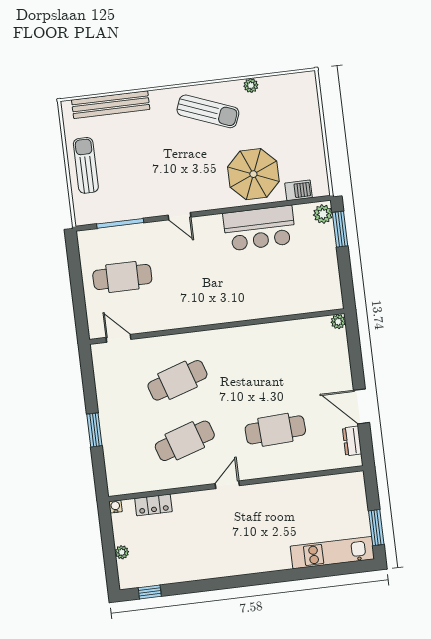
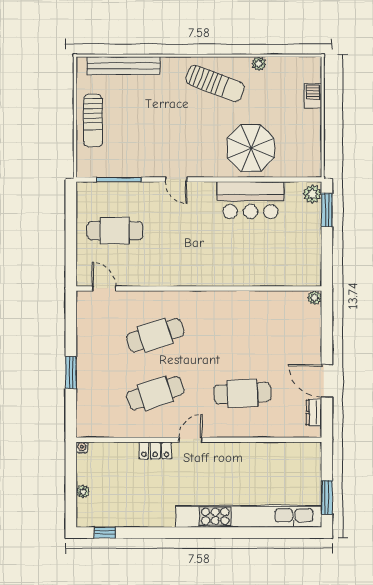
sun lounger: (86, 165) -> (93, 121), turned 180
barbecue: (298, 190) -> (313, 96), moved, turned -90
locker: (153, 505) -> (155, 450), moved
kitchen unit: (332, 553) -> (249, 516), width x1.86

